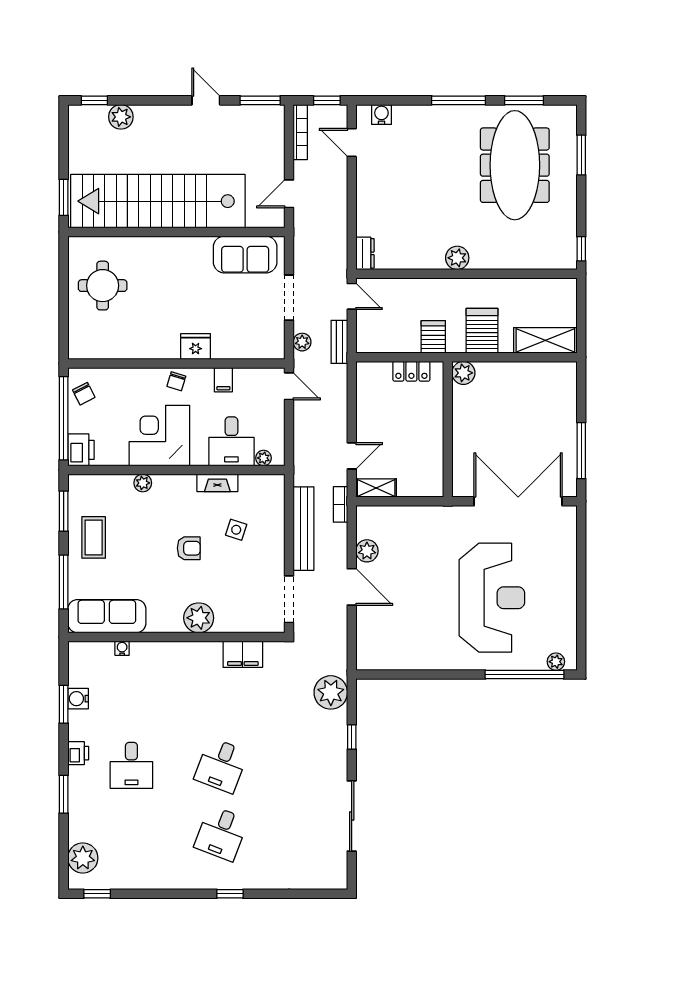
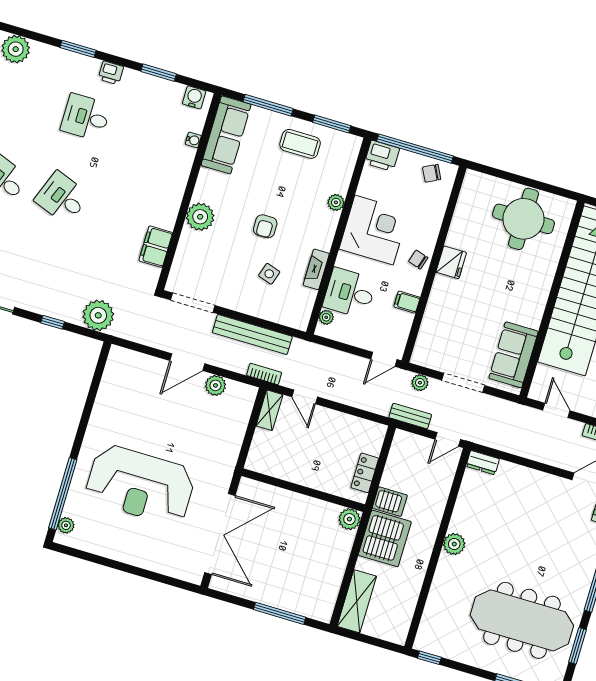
round table: (103, 286) -> (523, 219), width x1.36, depth x1.36
server rack: (482, 331) -> (385, 538), width x1.60
fridge: (196, 346) -> (451, 262), moved
window: (581, 451) -> (280, 613), moved
water cooler: (78, 699) -> (194, 97), moved

